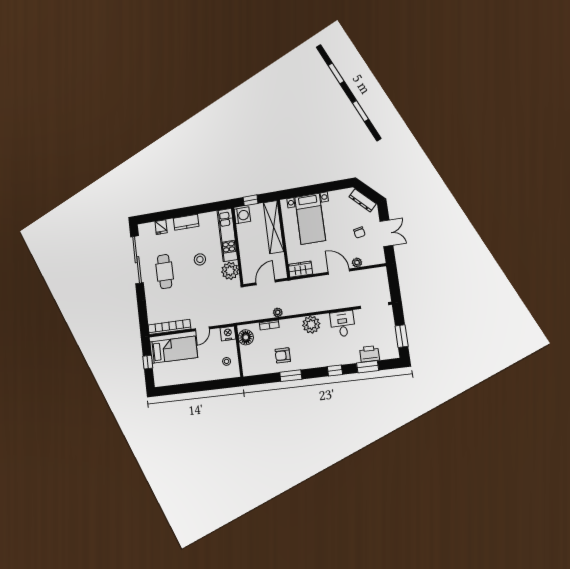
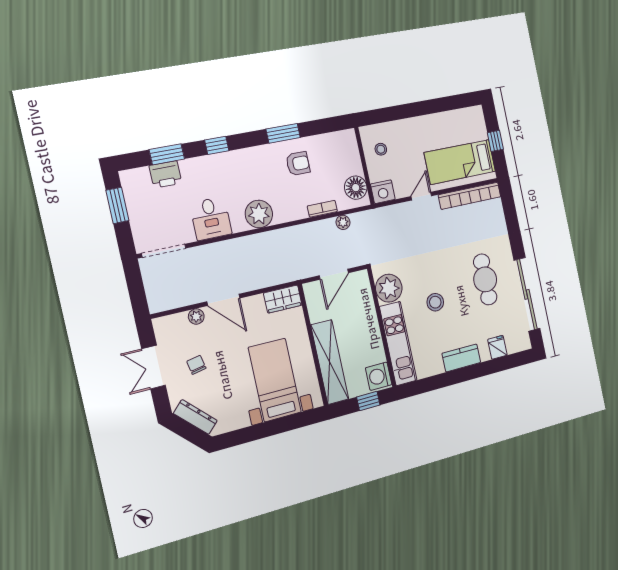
plant: (278, 312) -> (343, 222), moved

